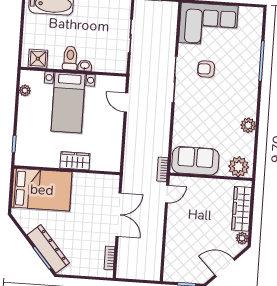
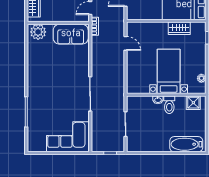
armchair: (206, 69) -> (67, 103), removed
door: (126, 102) -> (125, 43), moved
plant: (248, 125) -> (33, 63), removed
wardrobe: (75, 161) -> (179, 28), moved

